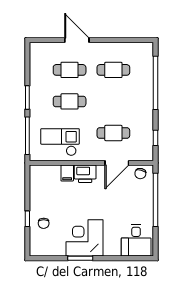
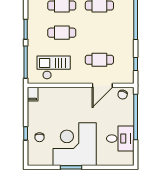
filing cabinet: (67, 173) -> (33, 94), moved
printer: (85, 174) -> (75, 95), removed
corner desk: (84, 238) -> (75, 144), width x1.36, depth x1.36
desk: (136, 240) -> (120, 139), moved, turned -90

